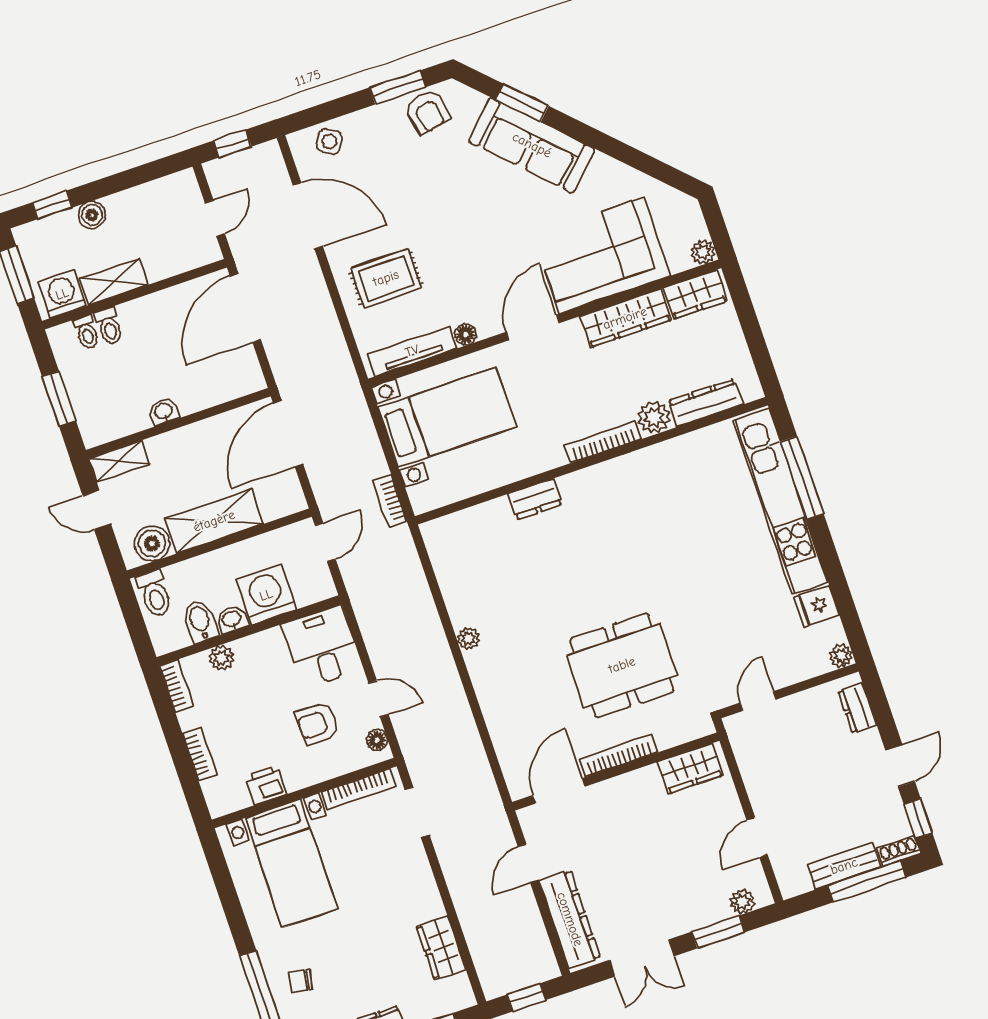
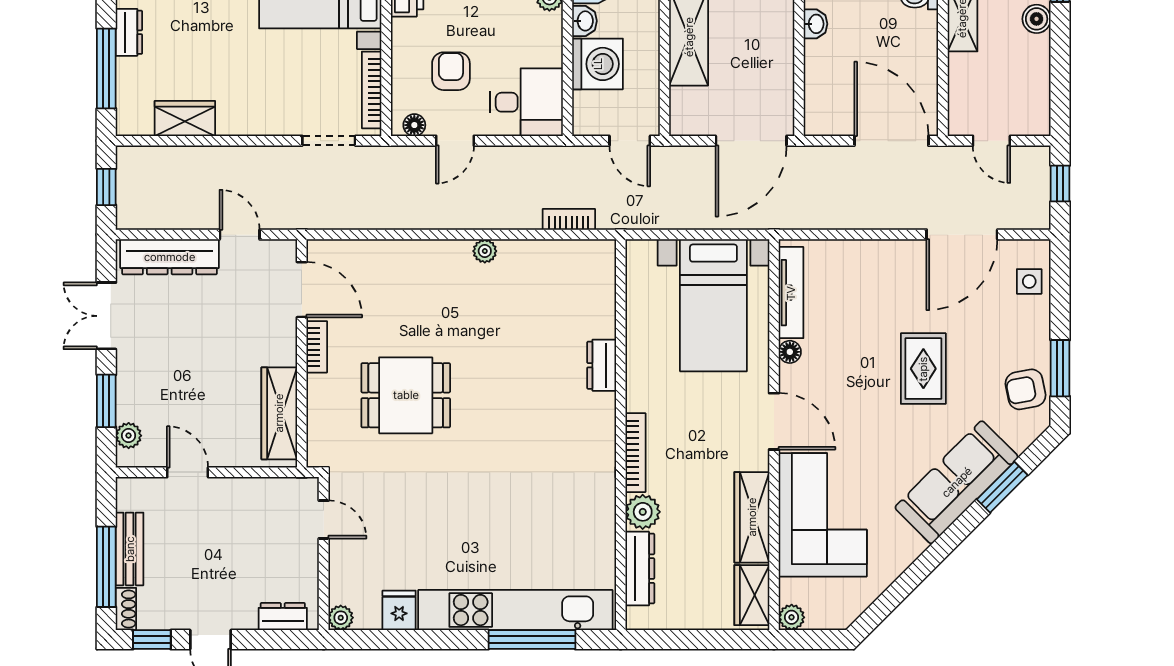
side table: (329, 141) -> (1029, 281), turned -30
rug: (386, 278) -> (923, 369), moved
door: (288, 434) -> (751, 141), swing flipped
bookcase: (390, 501) -> (569, 219), moved
dining table: (622, 665) -> (406, 395), width x0.73
bookcase: (618, 756) -> (317, 347), width x0.64
wardrobe: (690, 769) -> (279, 413), width x1.50

